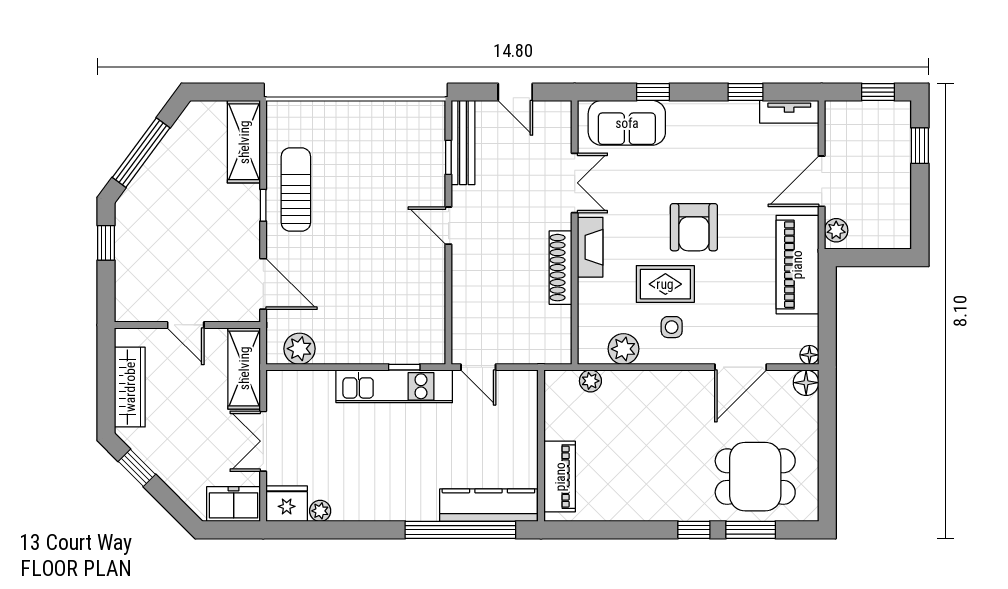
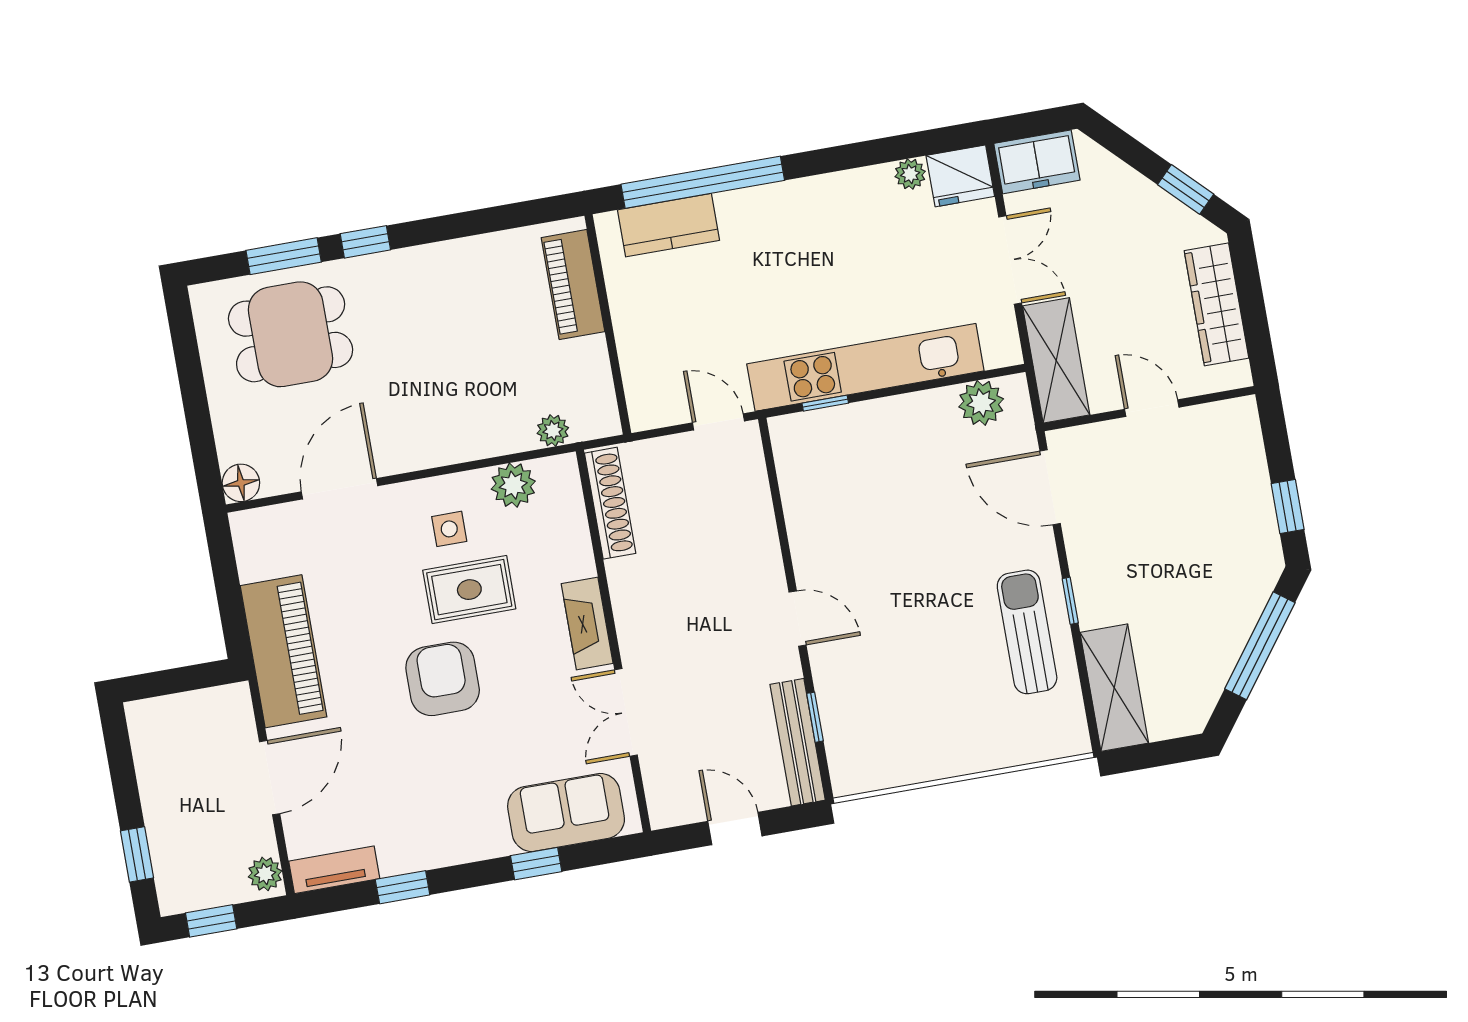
sun lounger: (296, 189) -> (1027, 632), turned 180
plant: (836, 230) -> (265, 874), moved
shoe rack: (561, 268) -> (610, 503), moved
floor lamp: (809, 355) -> (243, 524), removed
kitchen unit: (394, 386) -> (865, 367), width x1.36
kitchen counter: (488, 505) -> (668, 225), width x0.67

